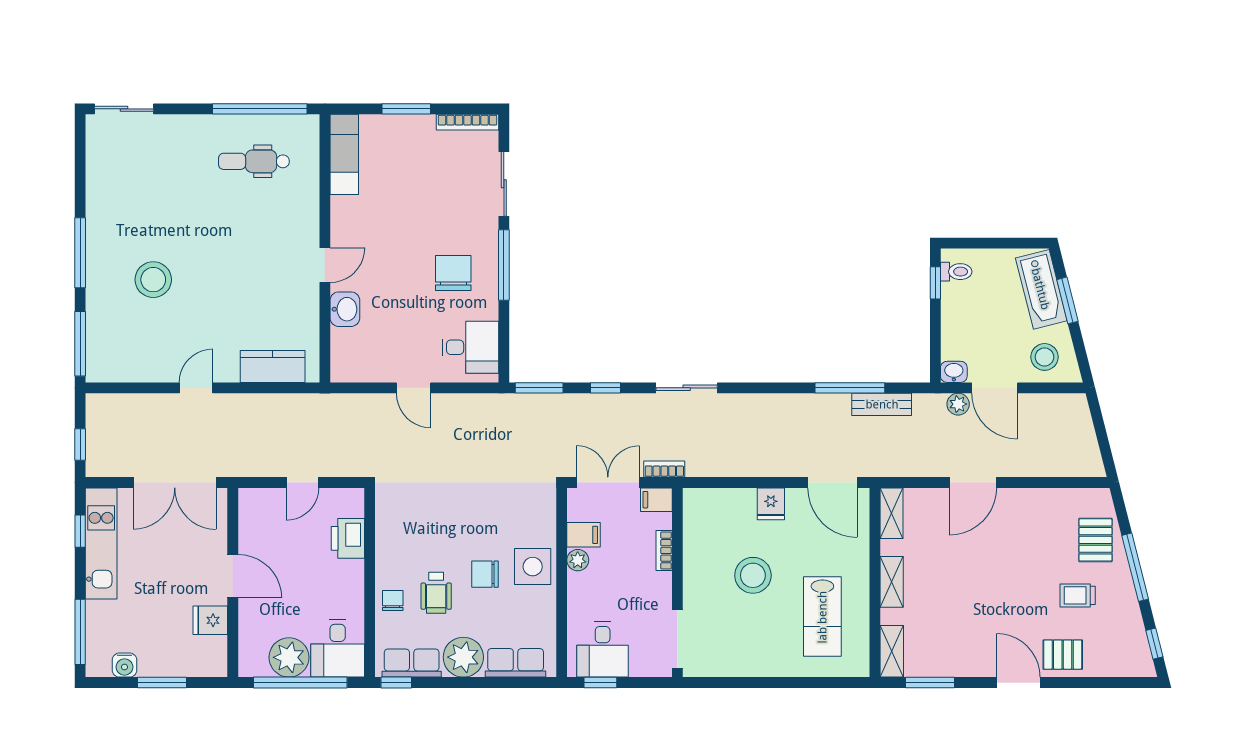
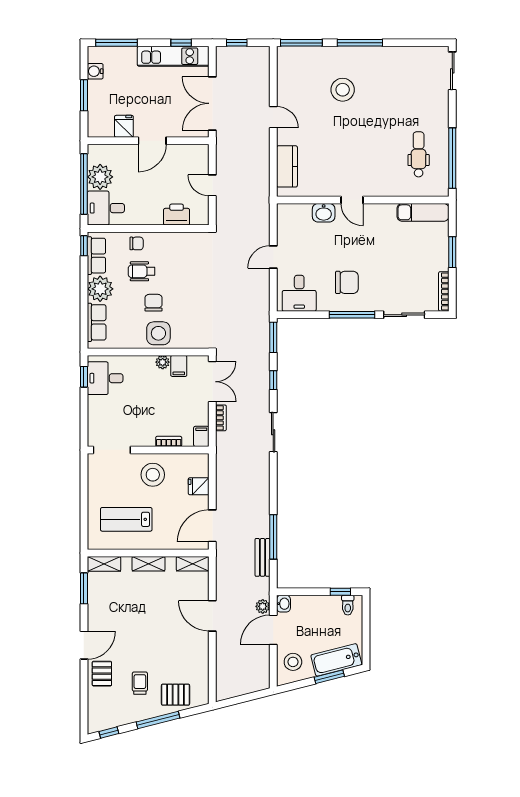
filing cabinet: (656, 500) -> (201, 436), moved
bookcase: (664, 550) -> (169, 441), moved
wall: (677, 583) -> (148, 450), moved
doorway: (677, 639) -> (112, 450), moved

